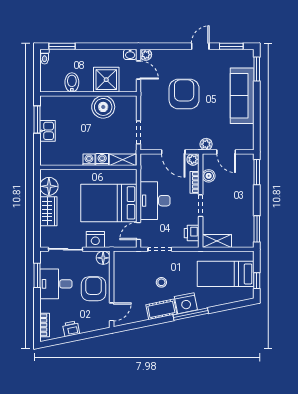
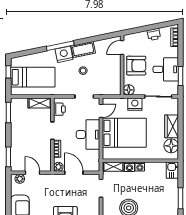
kitchen sink: (48, 131) -> (172, 170), moved
plant: (206, 144) -> (20, 179), moved
boiler: (209, 176) -> (46, 154), removed
armchair: (94, 289) -> (136, 66), turned -90

